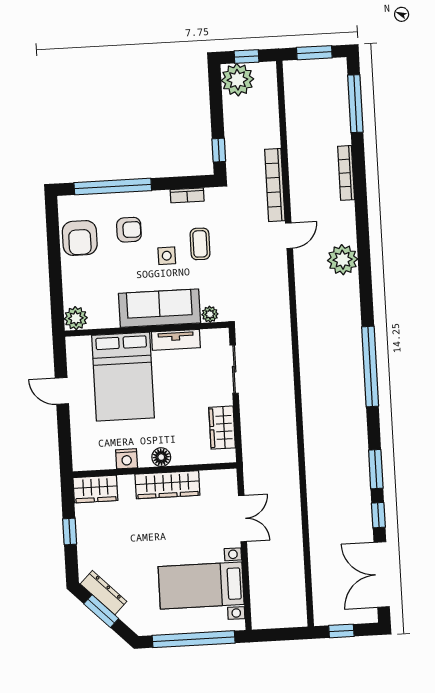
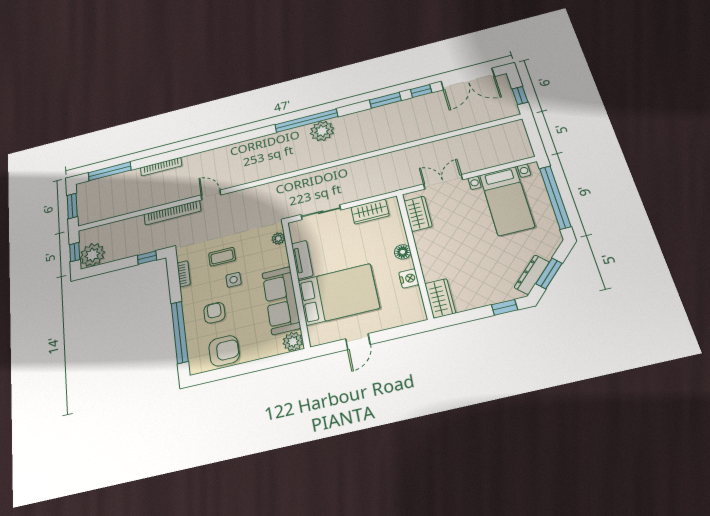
plant: (343, 260) -> (322, 131), moved
sofa: (159, 308) -> (281, 300), moved
wardrobe: (167, 485) -> (418, 214), moved, width x0.67
window: (70, 531) -> (505, 307), moved

